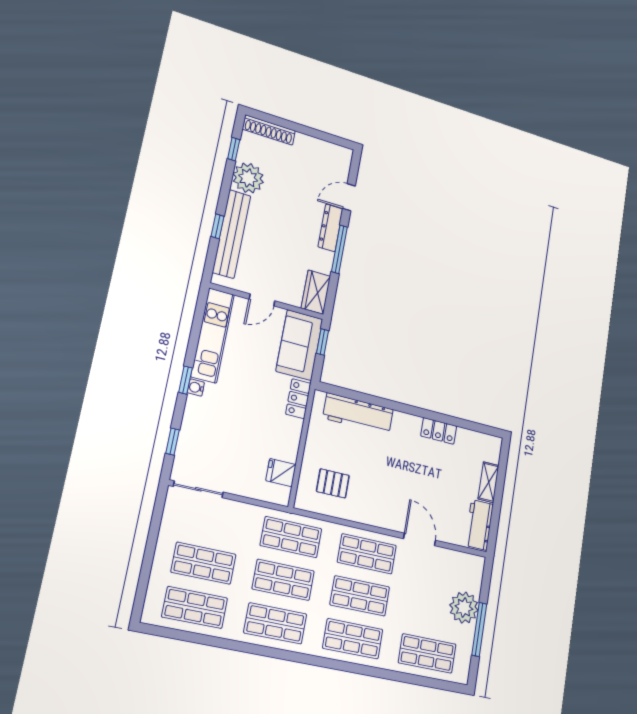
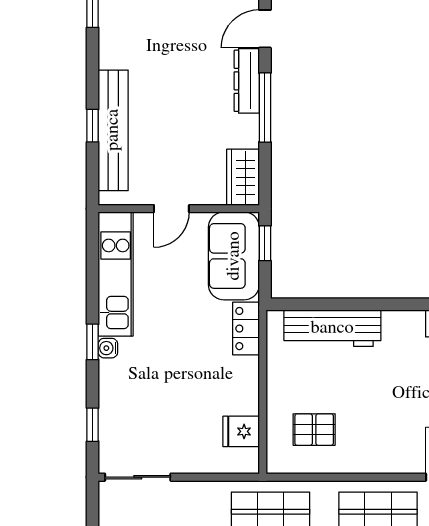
plant: (248, 178) -> (120, 46), removed

